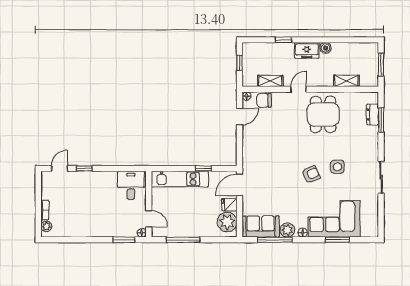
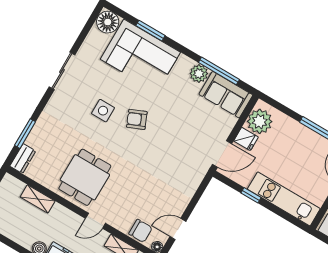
dresser: (373, 114) -> (23, 159), moved
floor lamp: (303, 233) -> (108, 22), moved, width x1.89, depth x1.89

